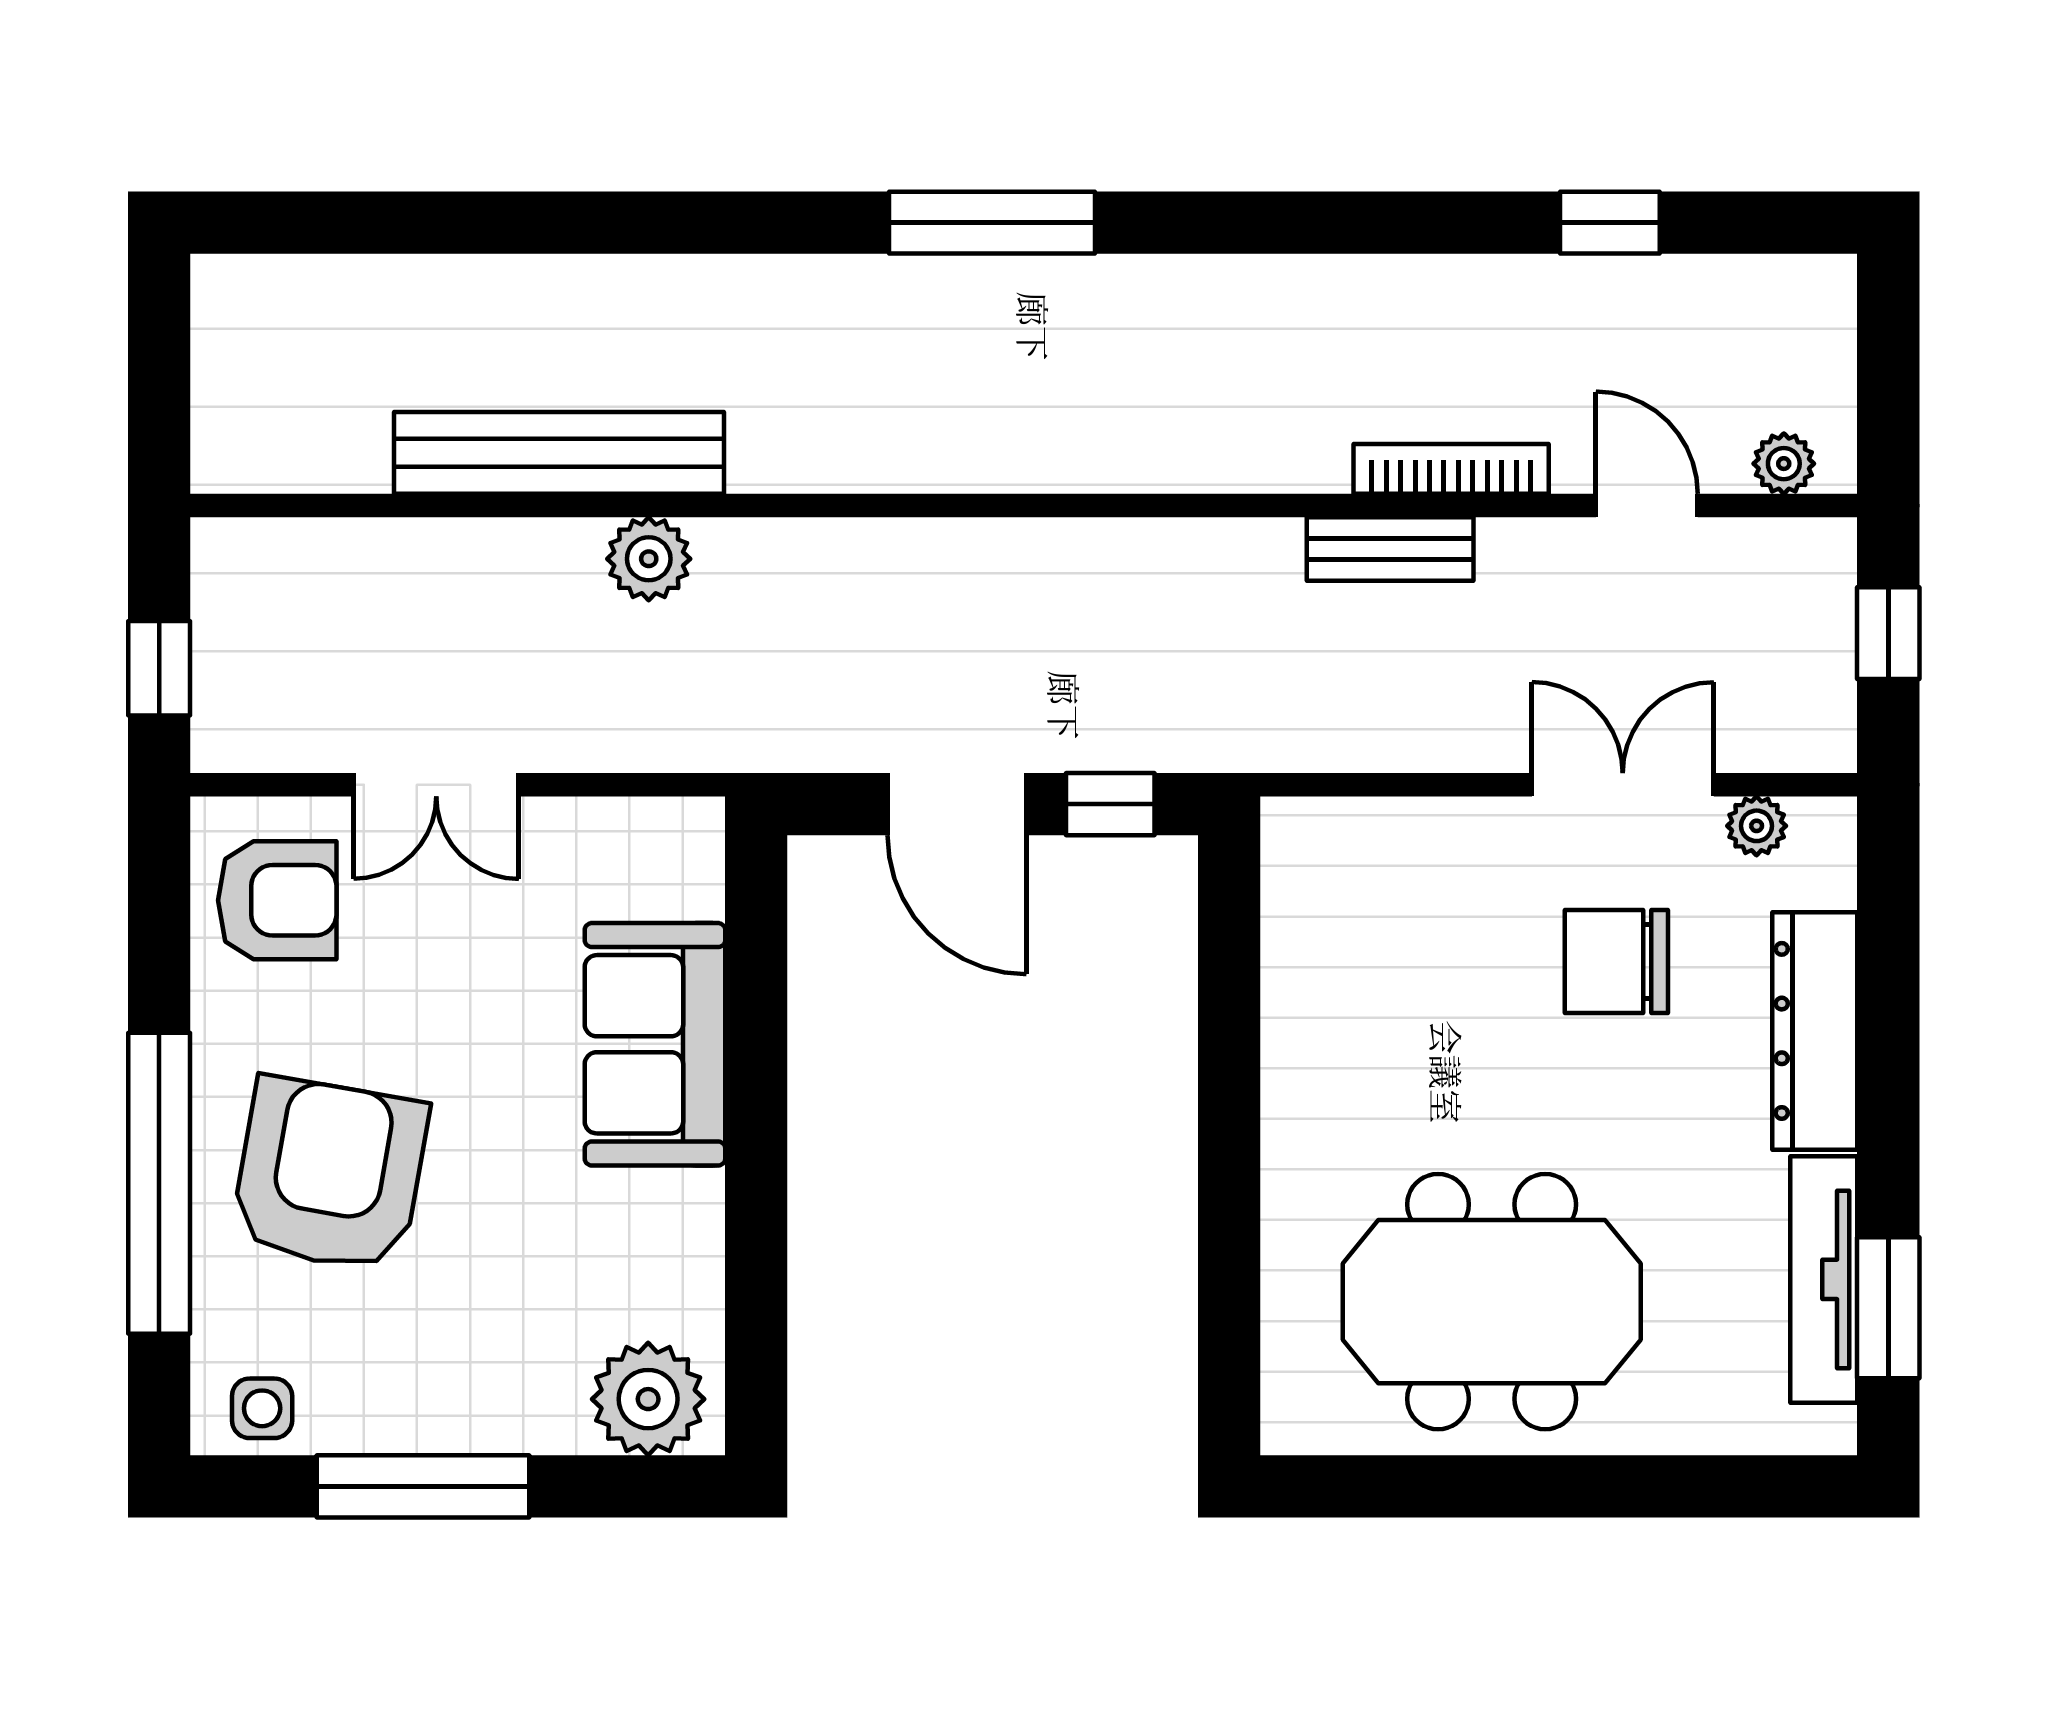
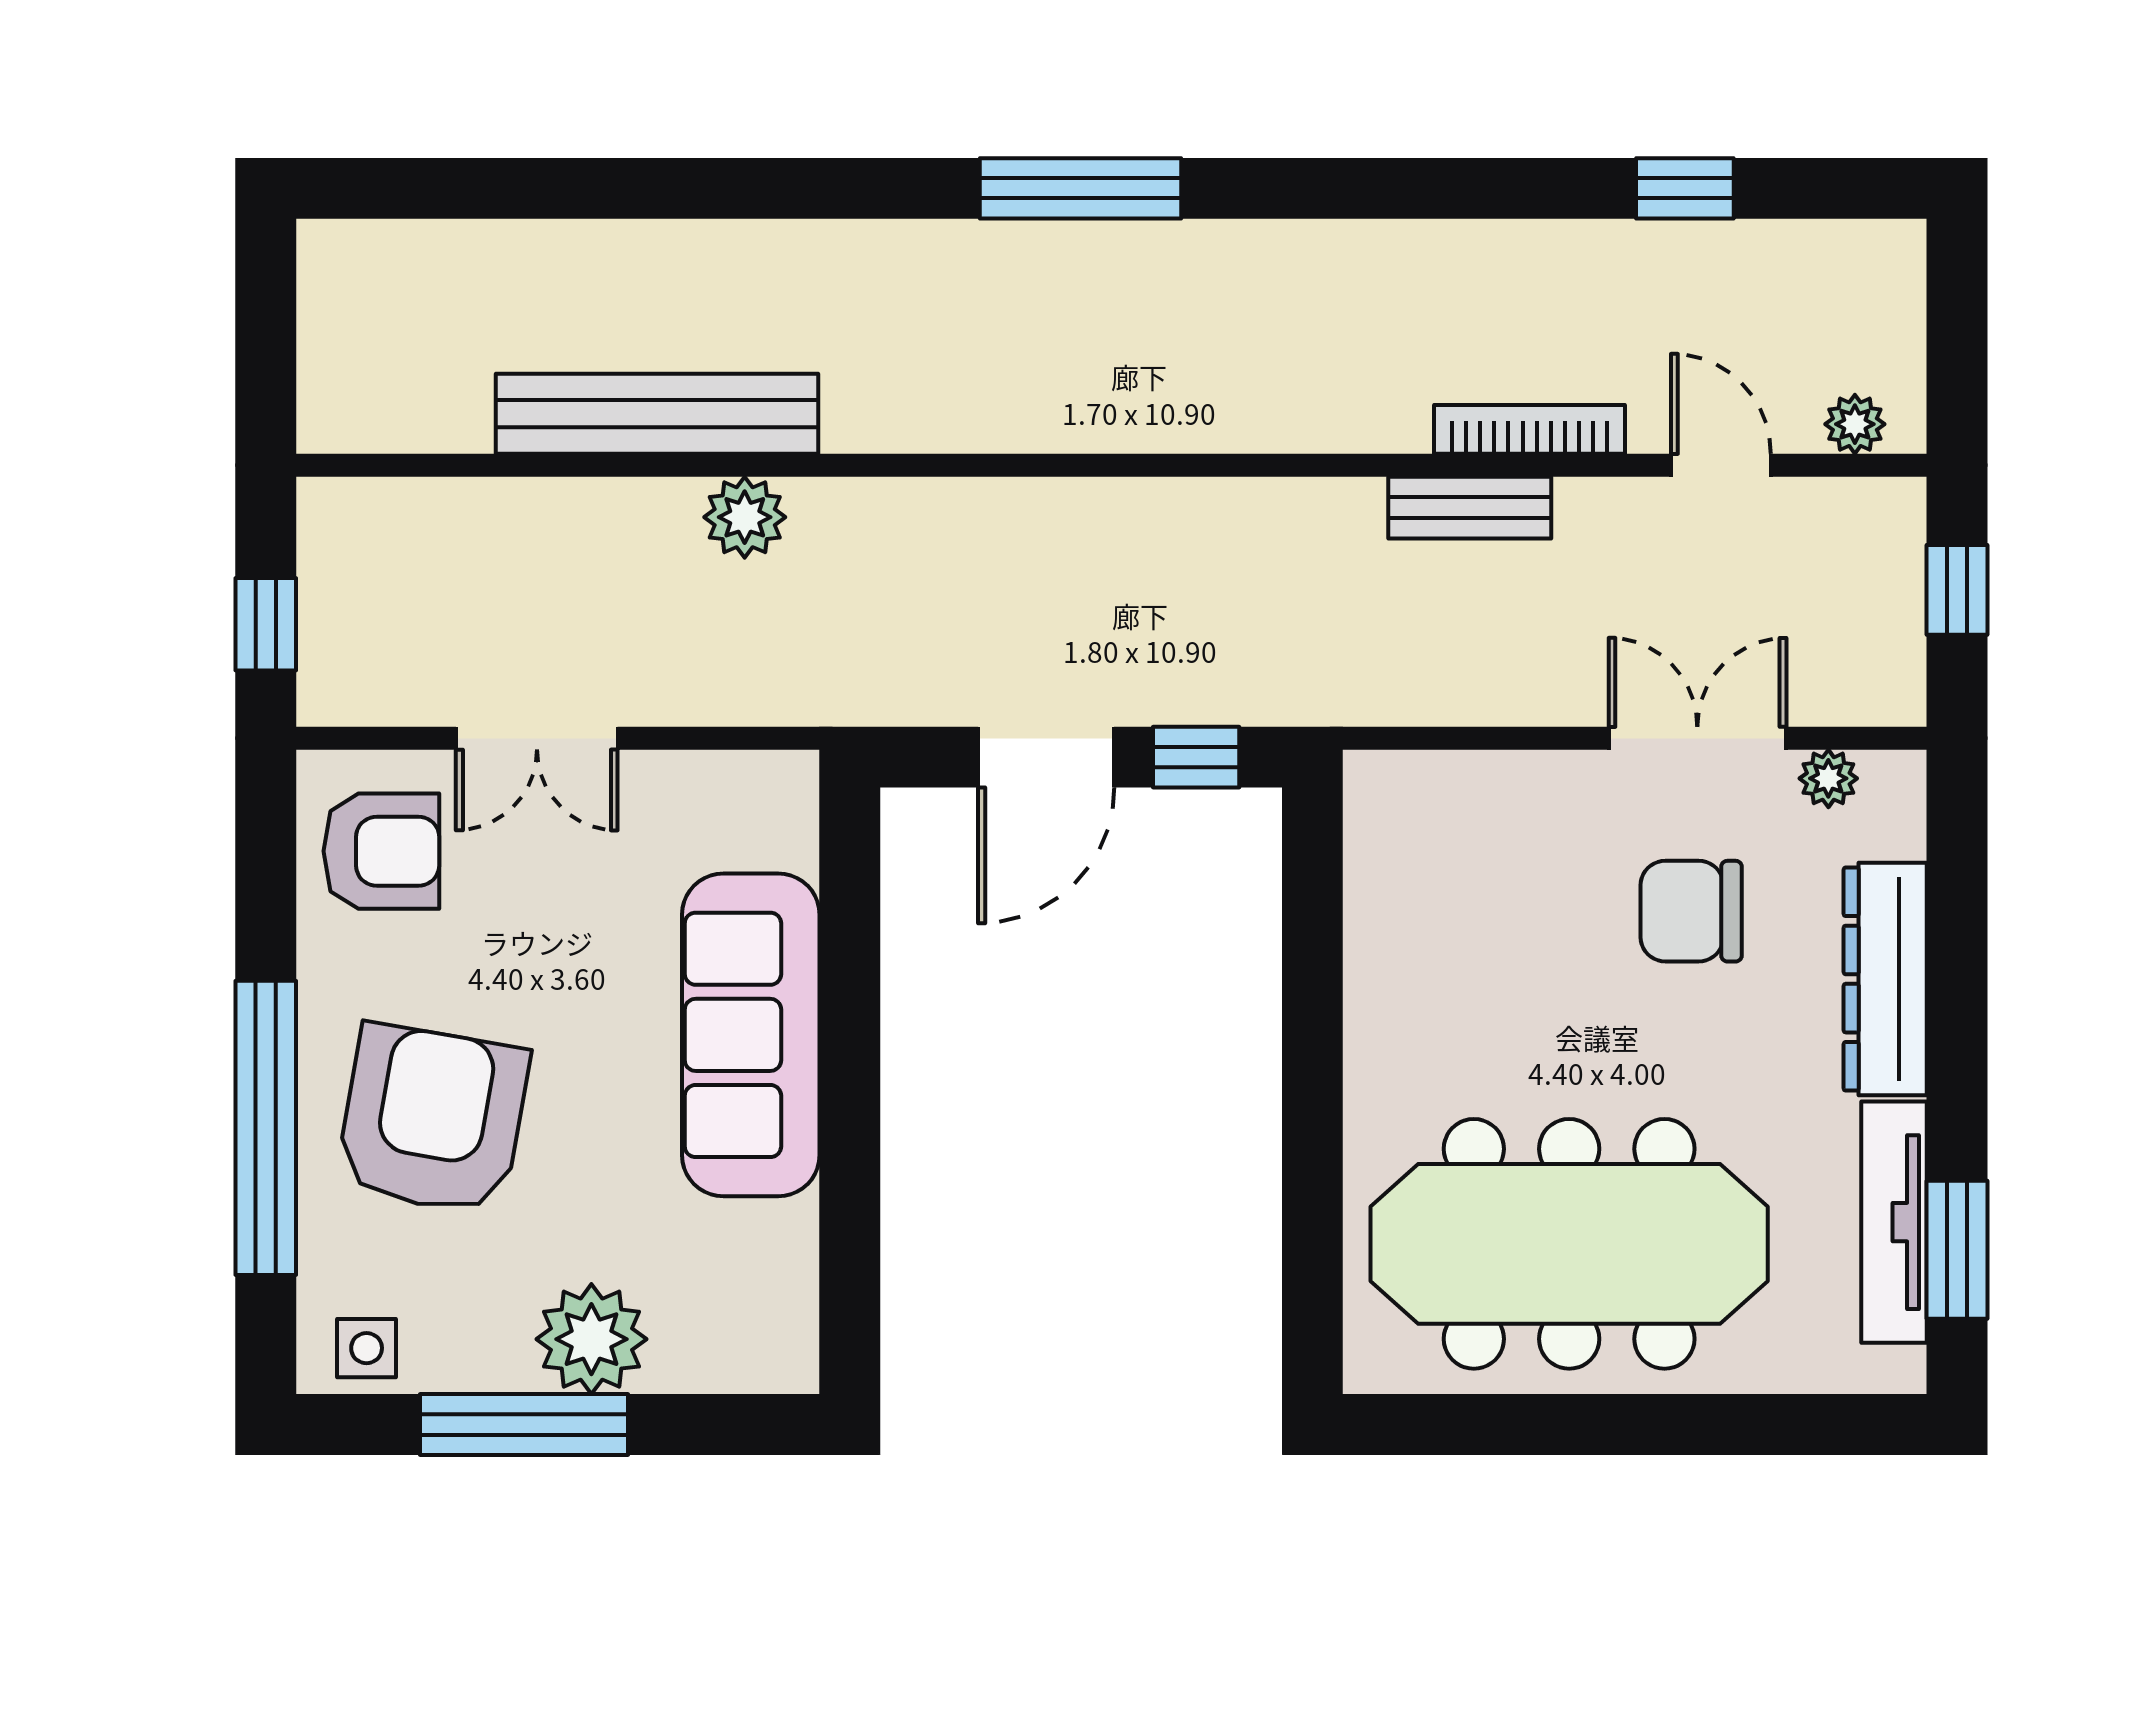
door: (957, 804) -> (1046, 757), hinge flipped
sofa: (655, 1044) -> (751, 1035), width x1.36
meeting table: (1492, 1302) -> (1569, 1244), width x1.36
plant: (648, 1399) -> (591, 1339), moved

